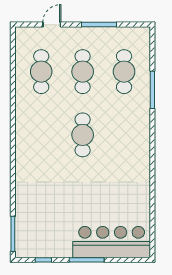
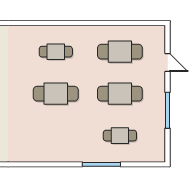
cafe table: (124, 72) -> (120, 136), width x0.73, depth x0.74
cafe table: (41, 135) -> (56, 52), added

